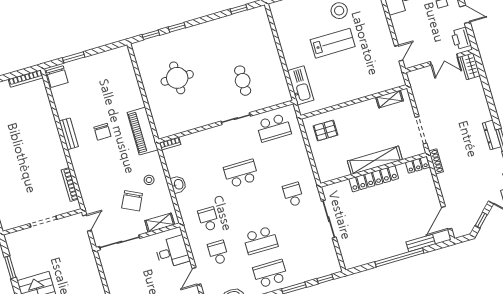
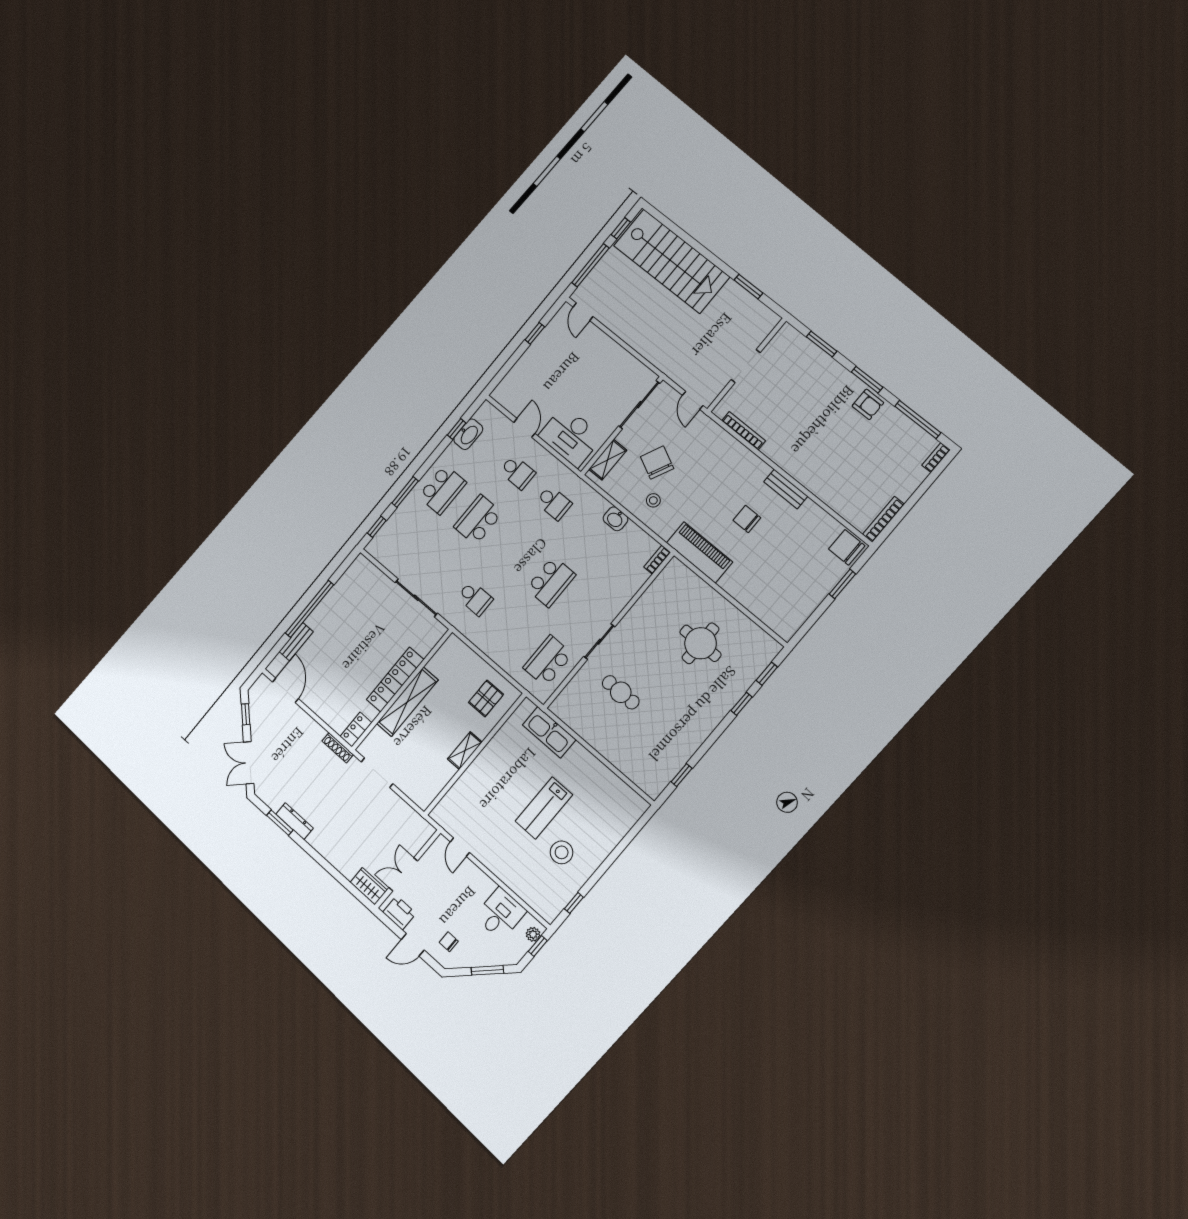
shelving: (390, 99) -> (465, 751), moved
desk: (172, 252) -> (571, 436), width x1.37

